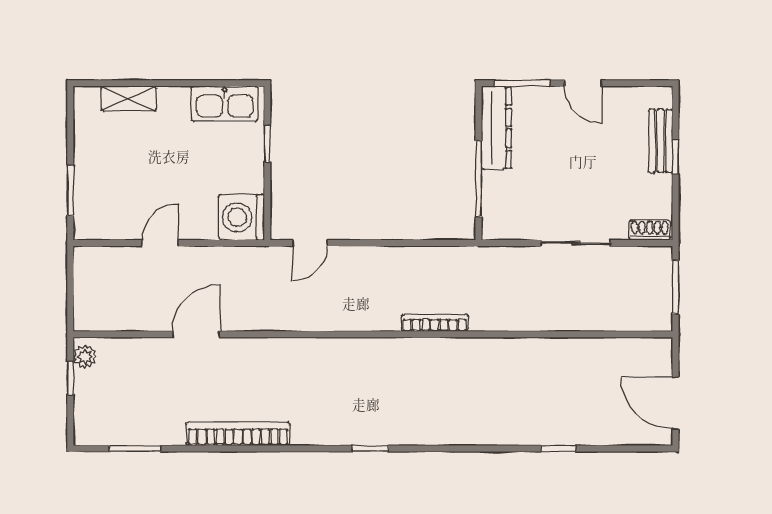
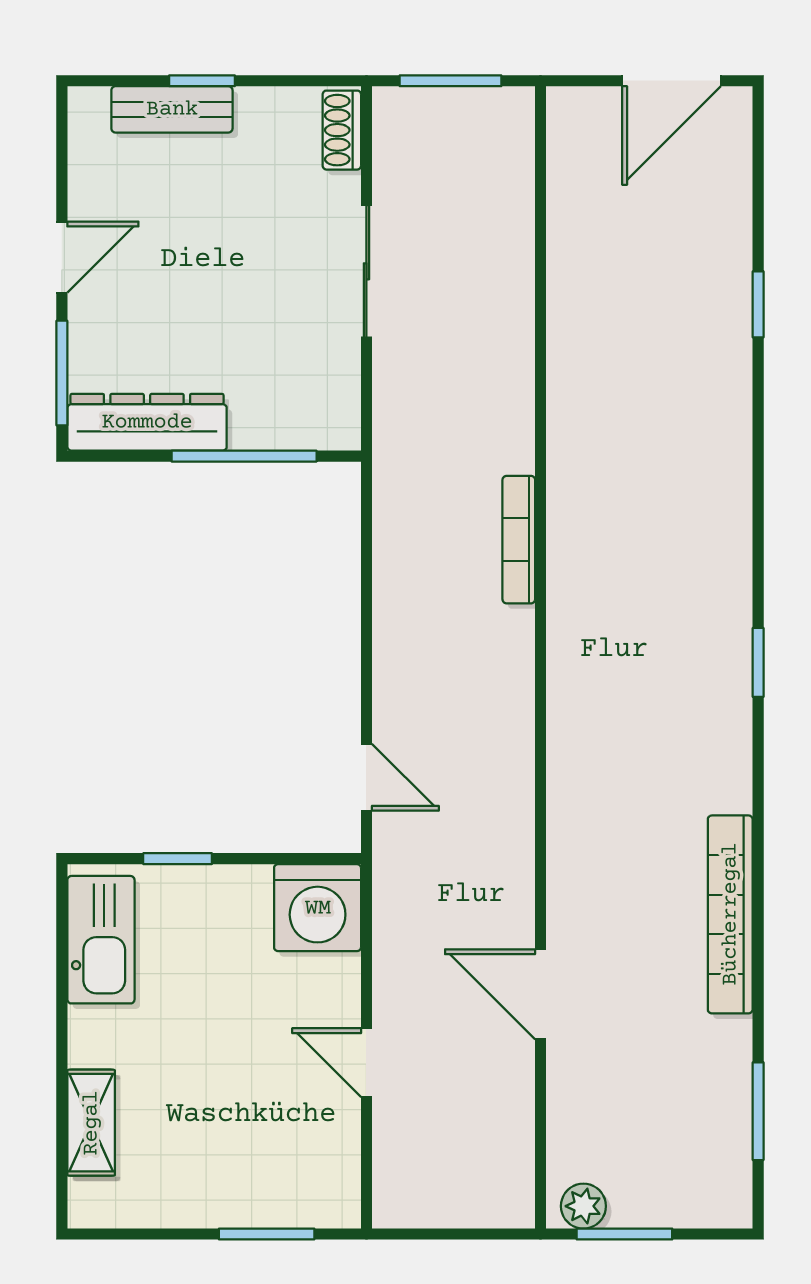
window: (70, 378) -> (624, 1234), width x1.50

